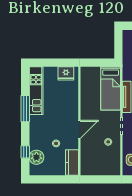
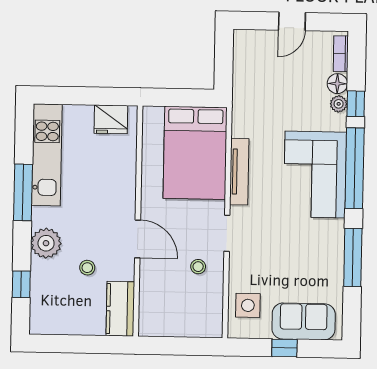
bed: (111, 88) -> (195, 153), width x1.50
door: (79, 129) -> (138, 239), hinge flipped
plant: (36, 157) -> (46, 243), moved

